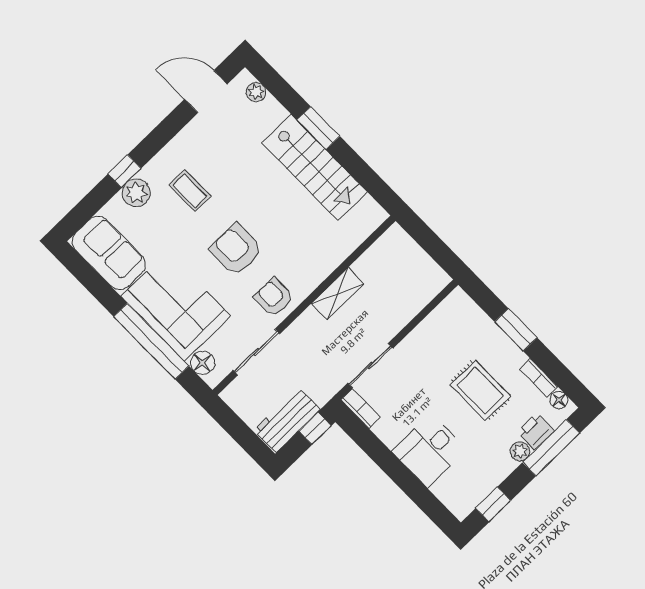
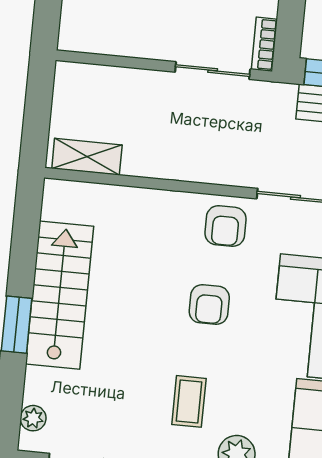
armchair: (236, 250) -> (209, 305), width x0.72, depth x0.72
shelving: (338, 294) -> (87, 157), moved

